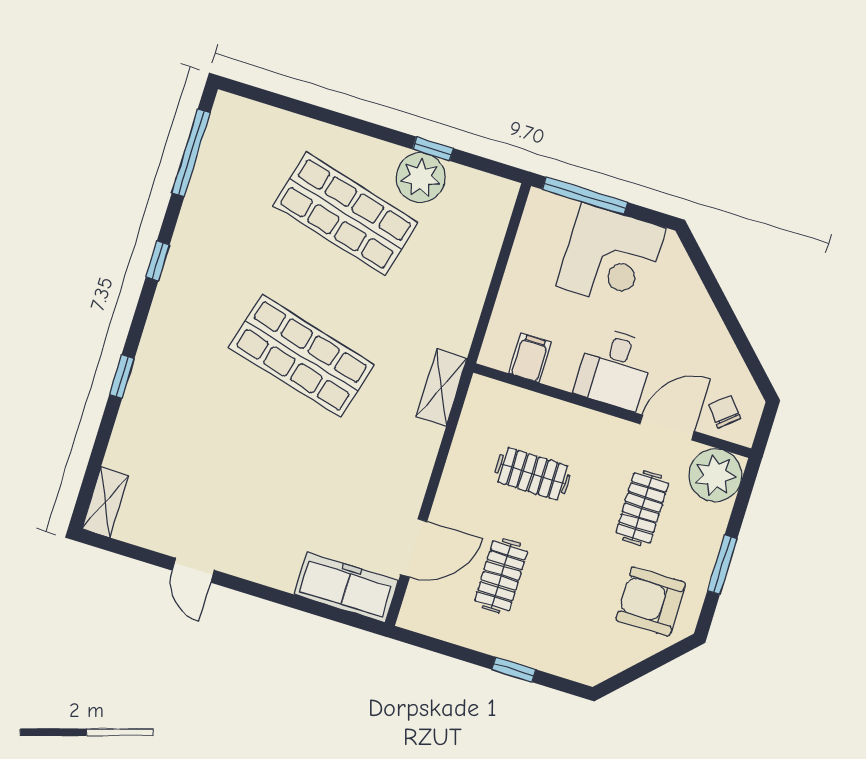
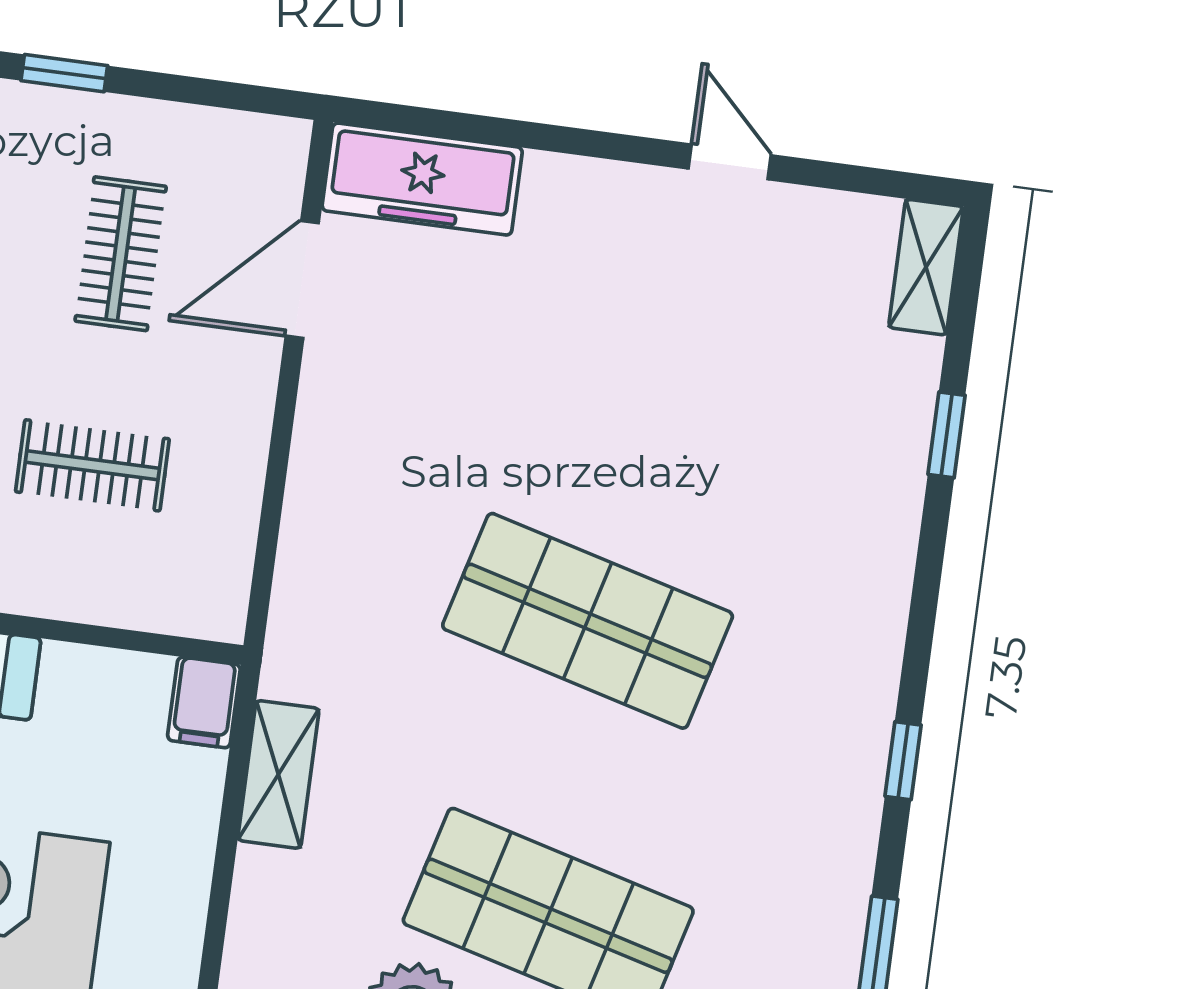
filing cabinet: (530, 358) -> (204, 702), moved
window: (122, 376) -> (947, 435), moved
shelving: (442, 388) -> (278, 774), moved

